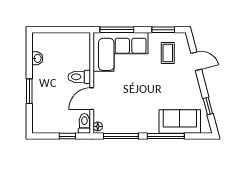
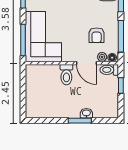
washbasin: (37, 58) -> (86, 113), moved
armchair: (122, 110) -> (97, 35), added
plant: (98, 116) -> (102, 57), added

